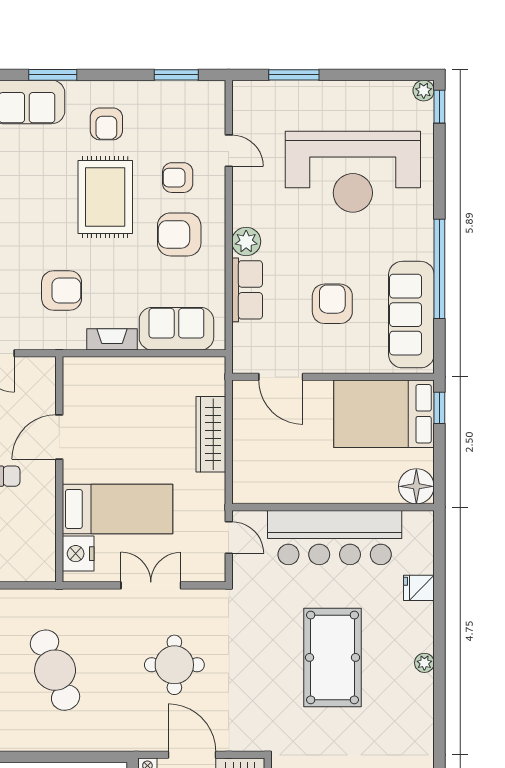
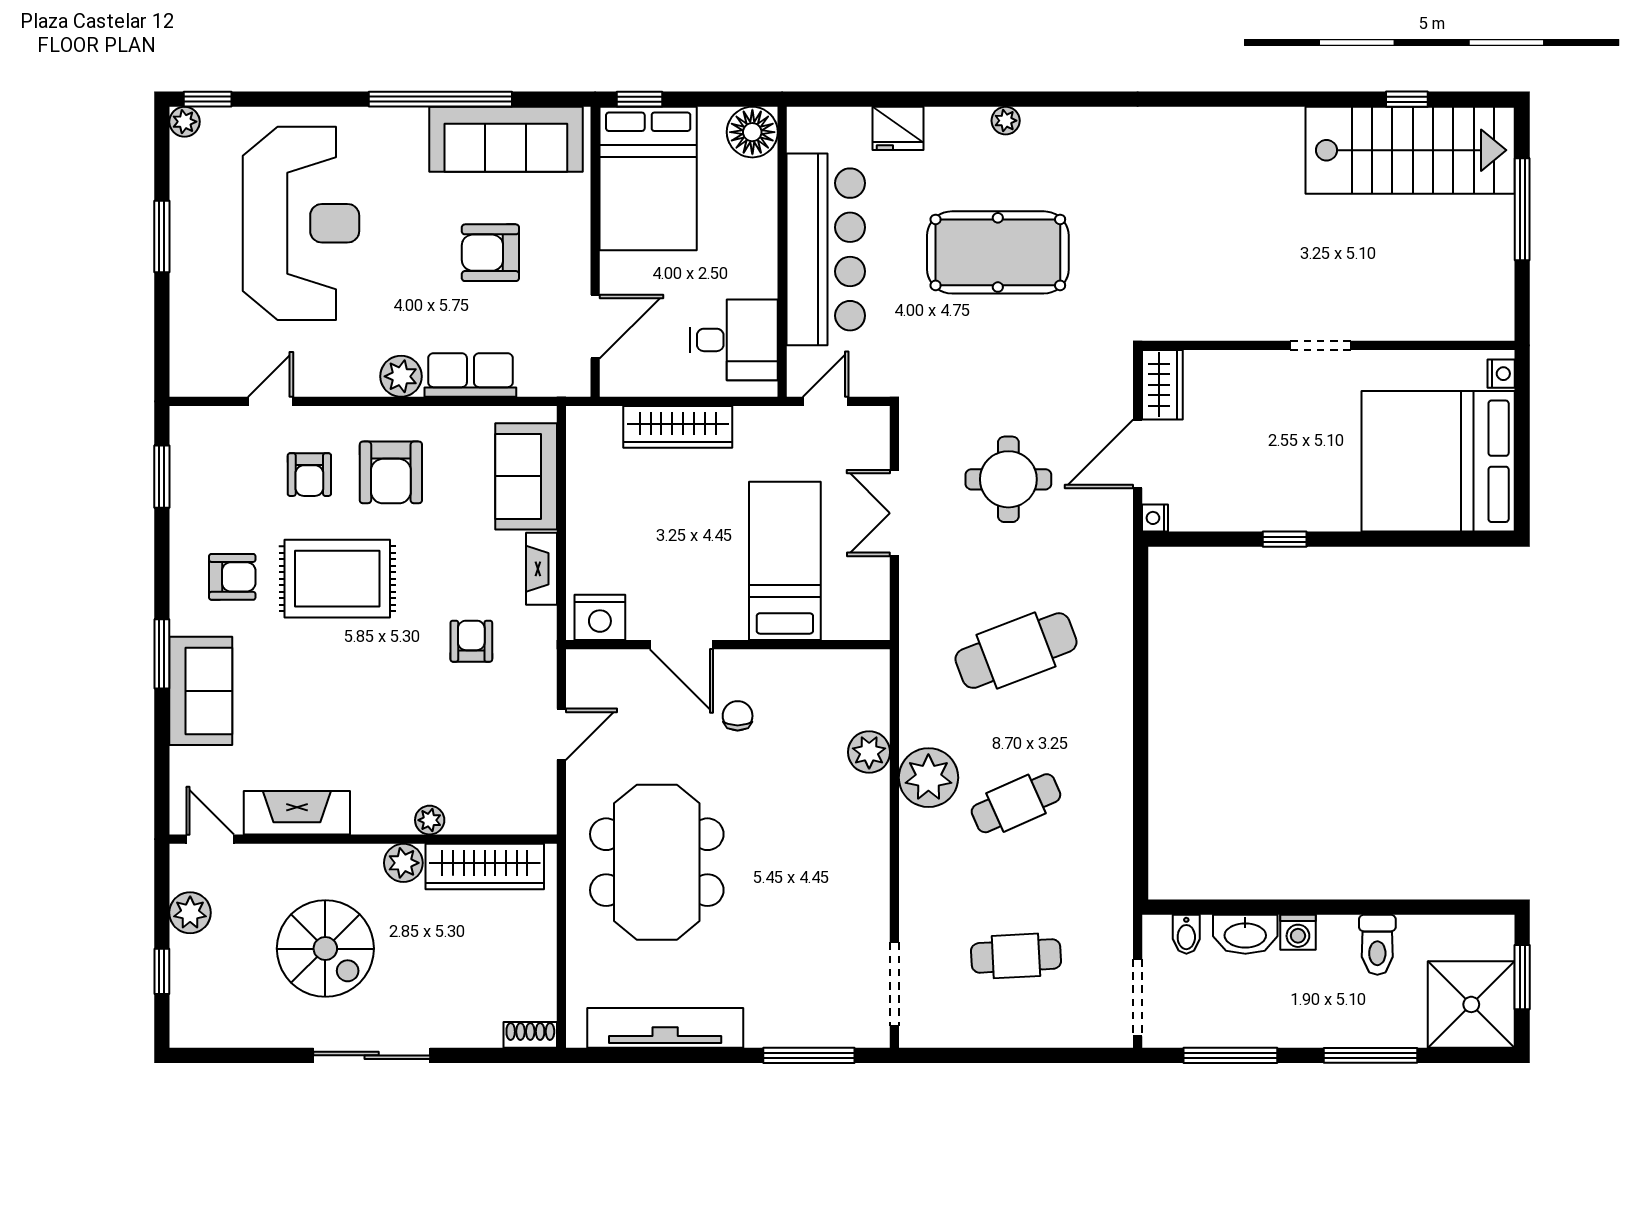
window: (294, 75) -> (162, 237), moved
armchair: (62, 290) -> (471, 641), width x0.72, depth x0.72
desk: (272, 474) -> (734, 340), added
nightstand: (78, 554) -> (600, 617), moved
fridge: (419, 588) -> (898, 128), width x1.38

